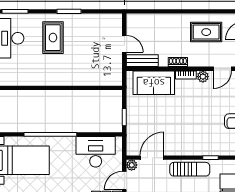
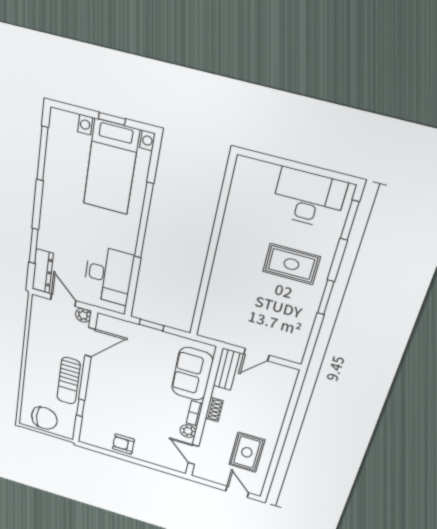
door: (152, 158) -> (90, 342), hinge flipped

